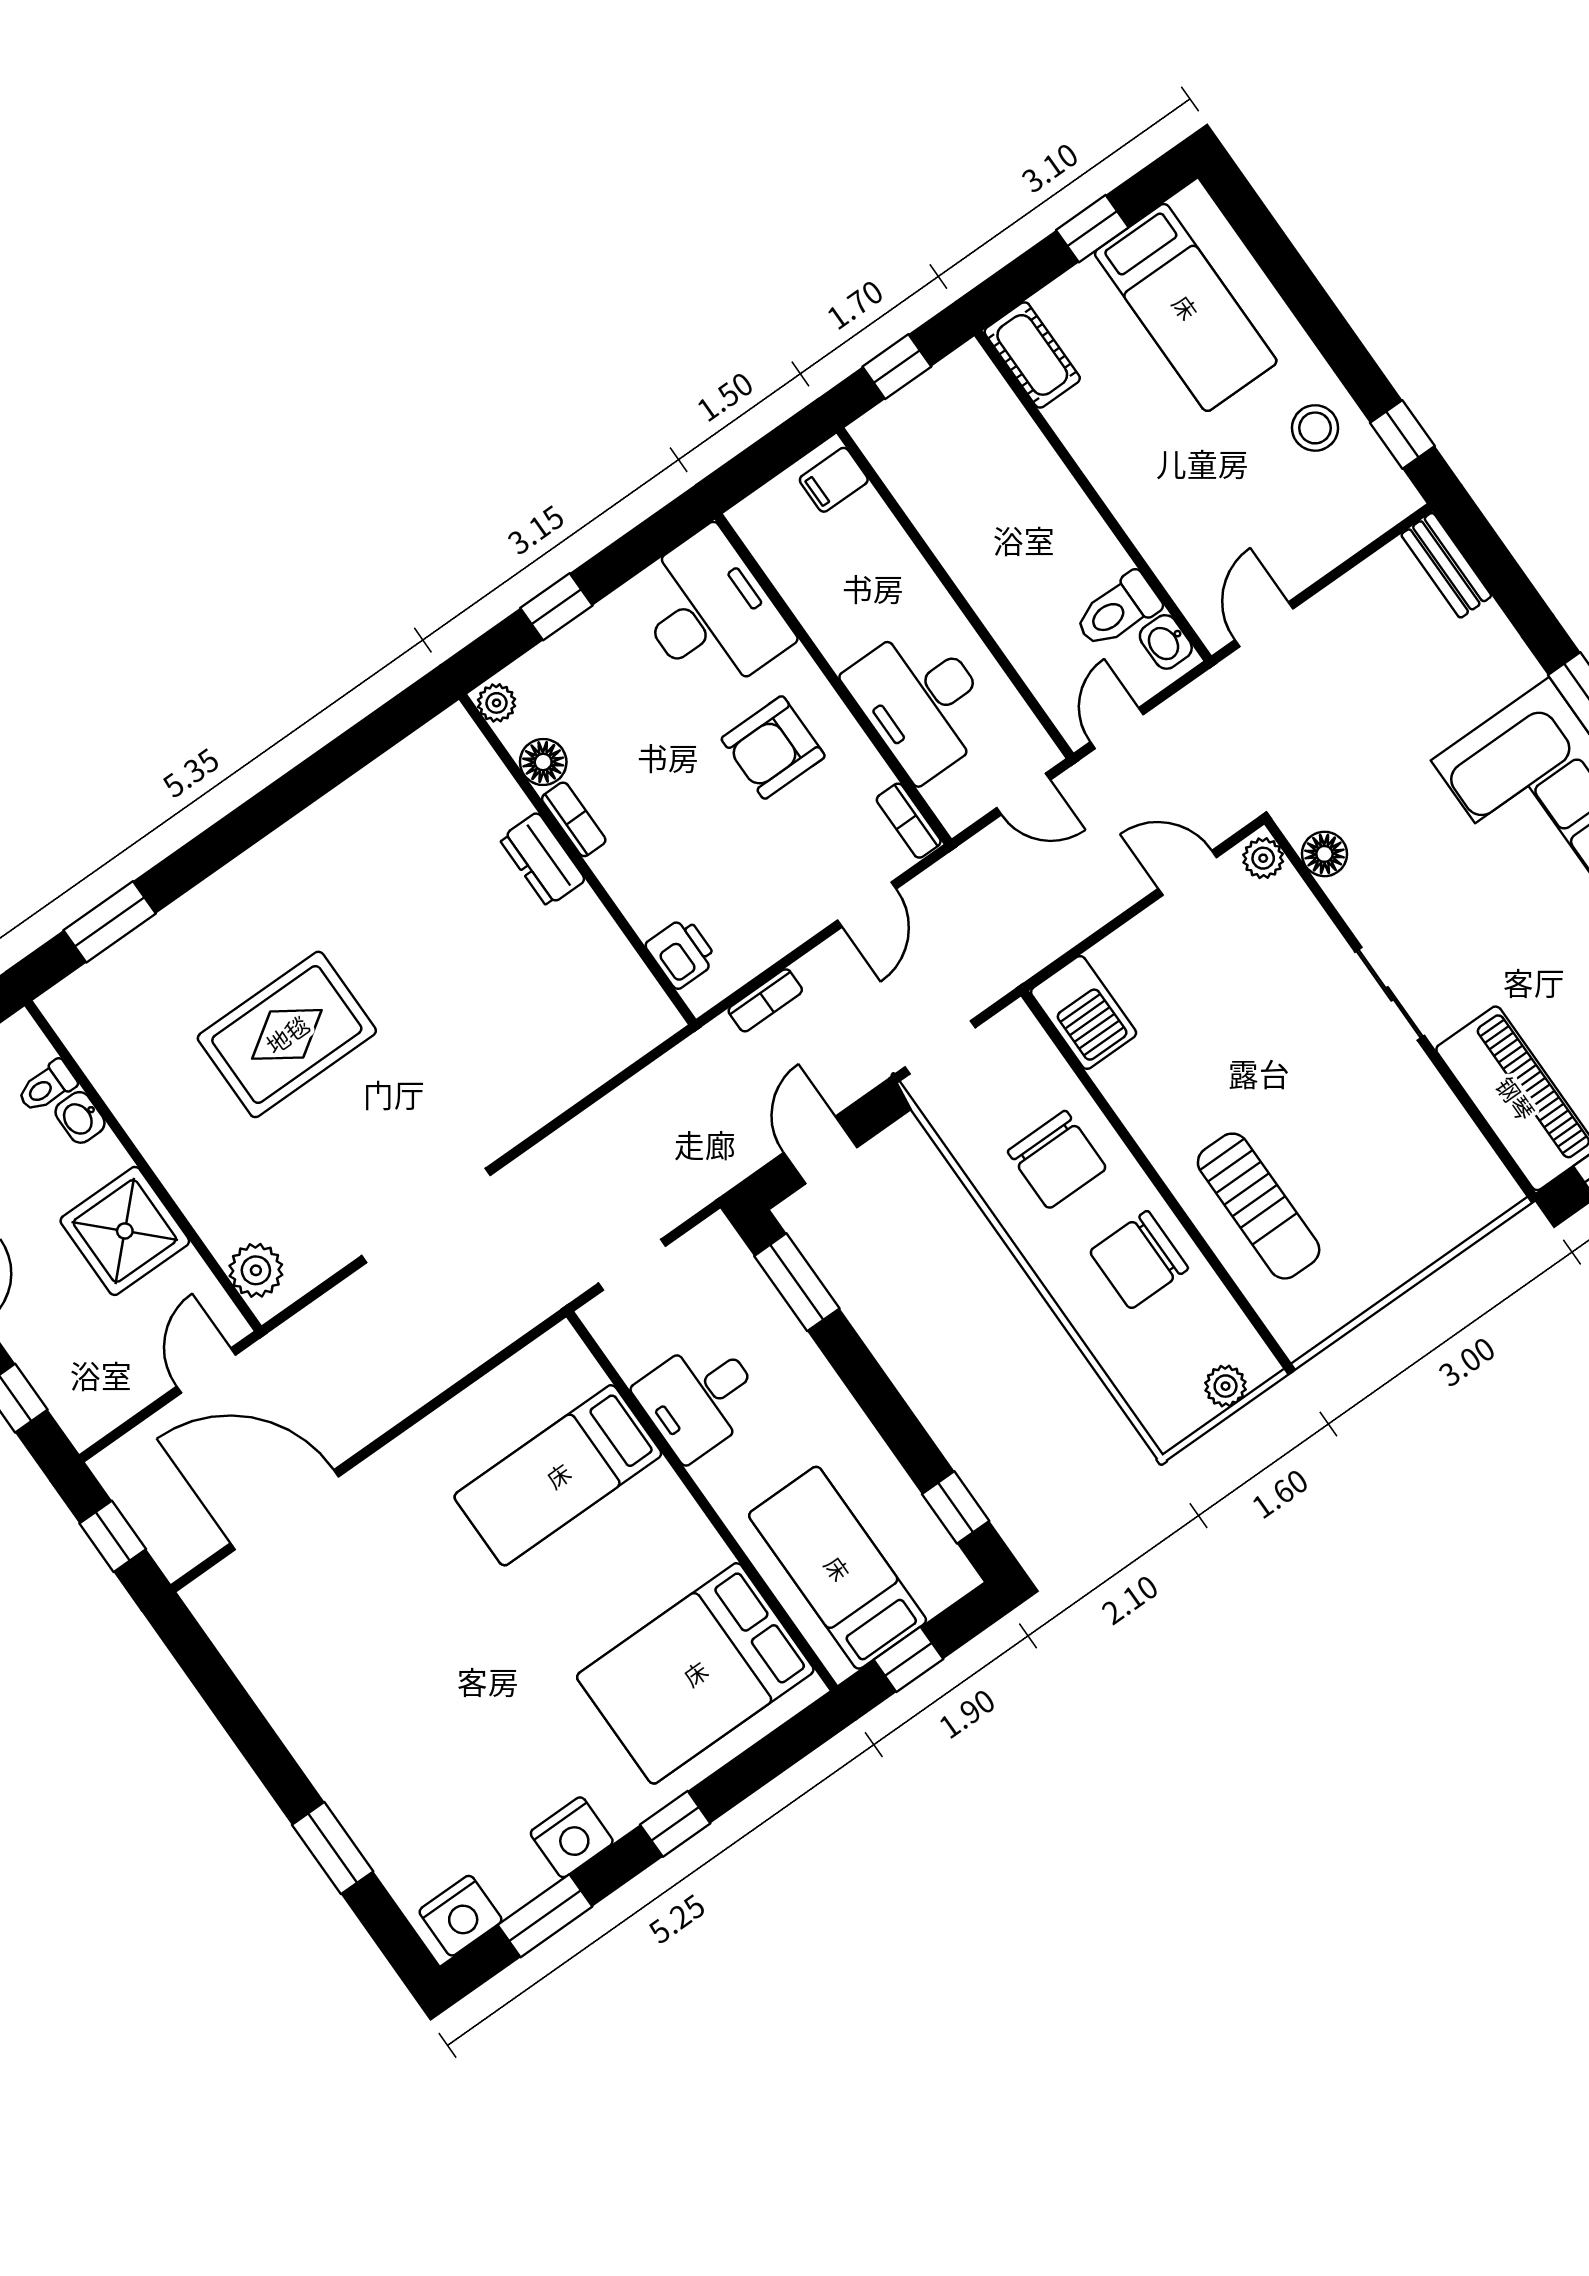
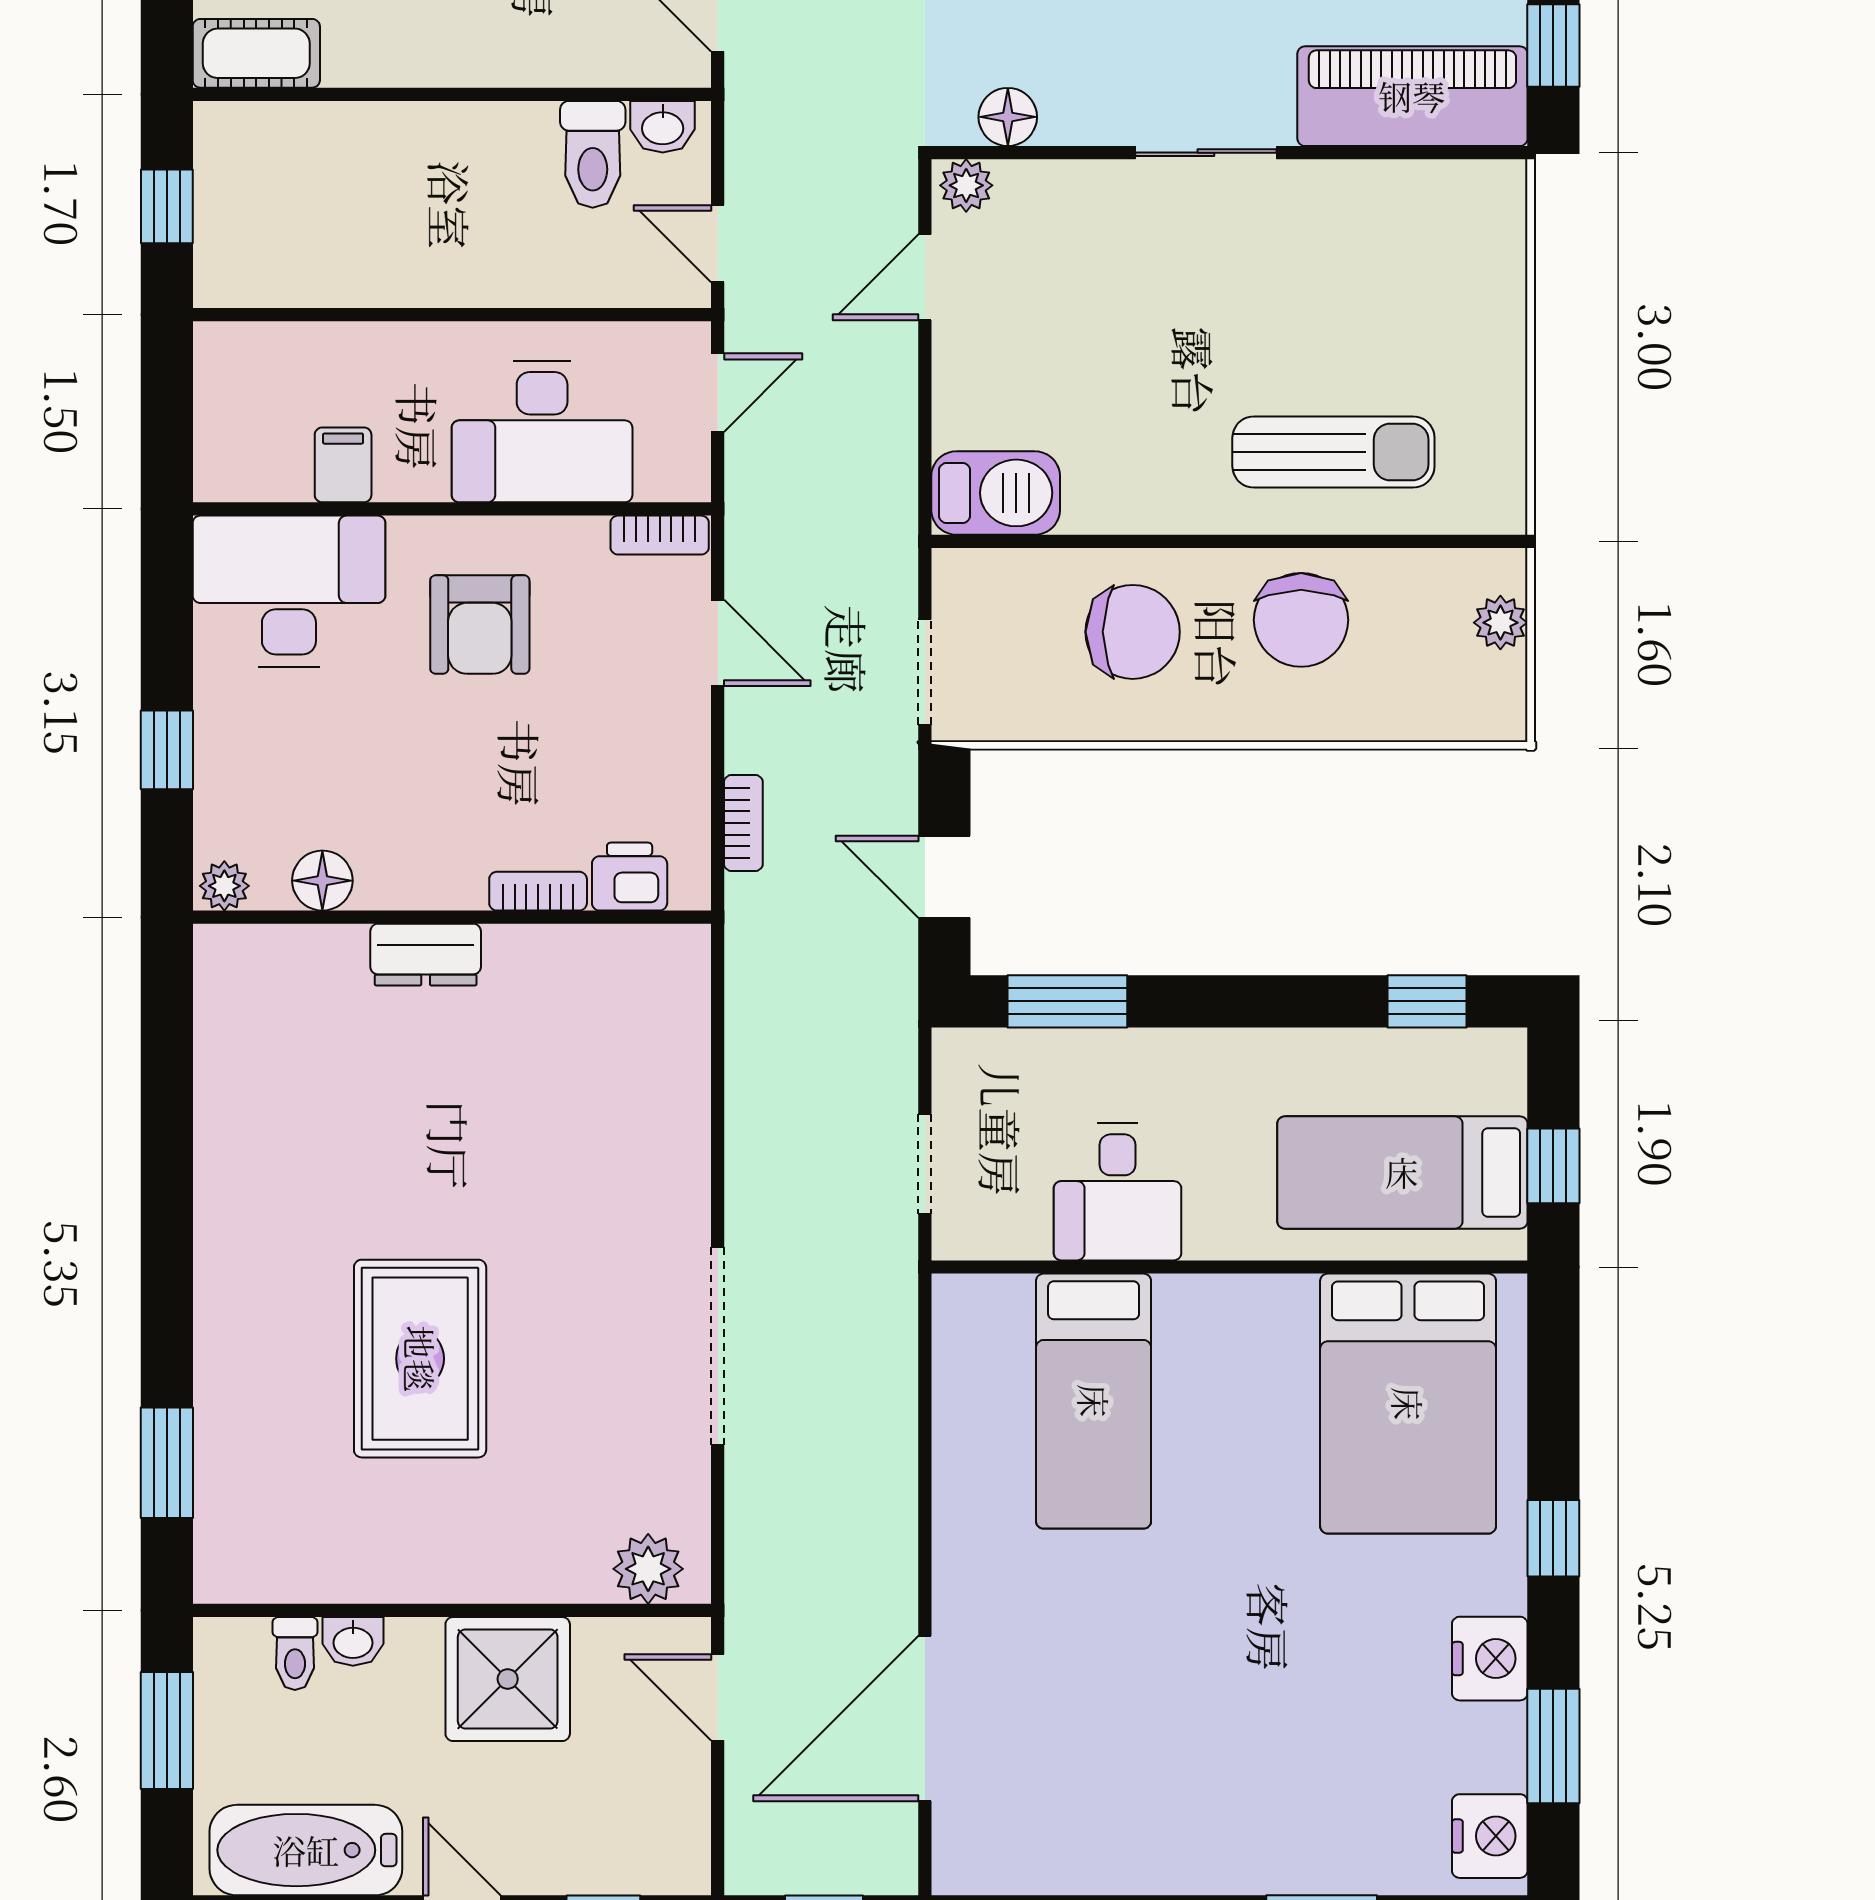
filing cabinet: (834, 480) -> (343, 465), moved, turned 180
bookcase: (574, 819) -> (538, 891), moved

